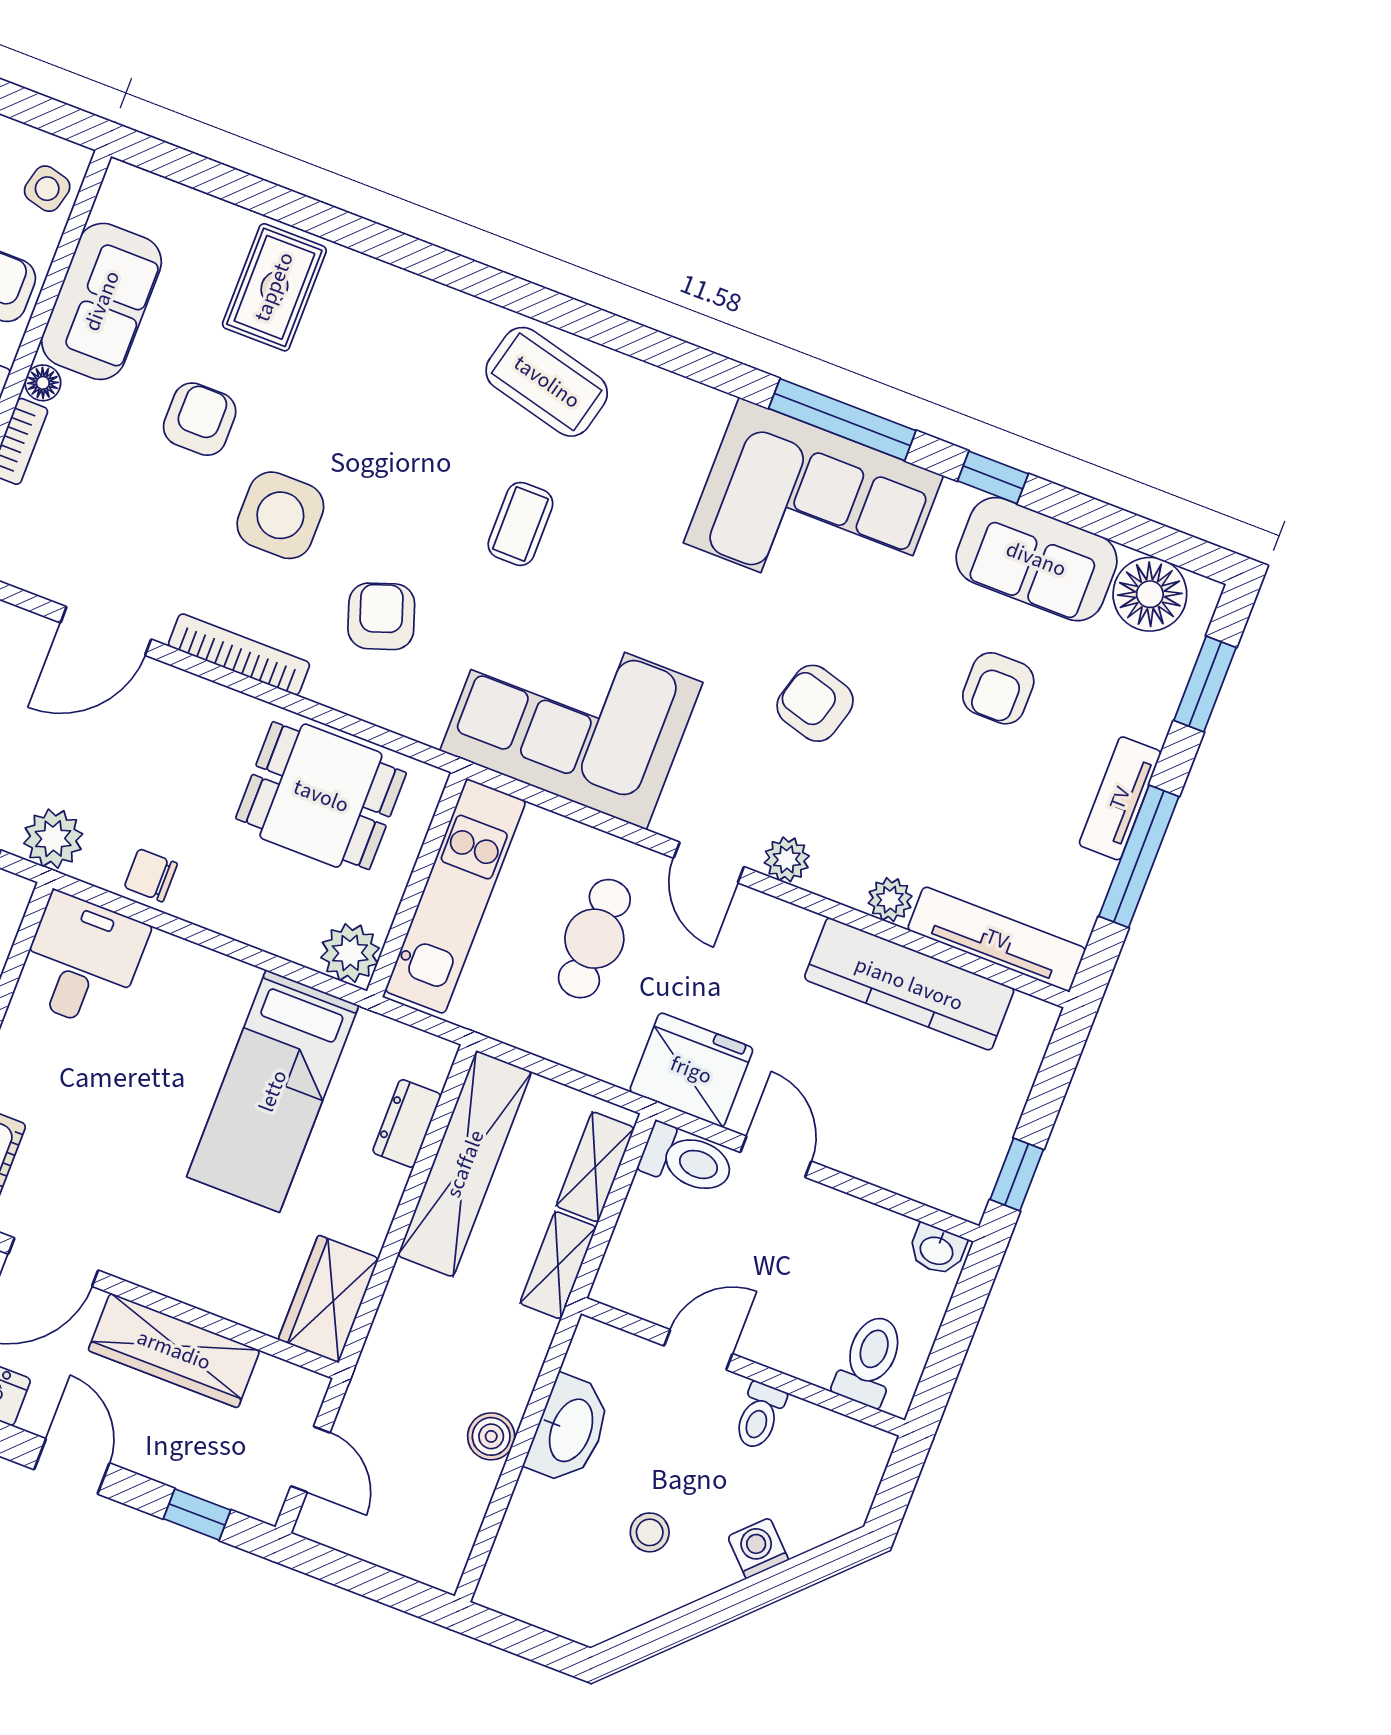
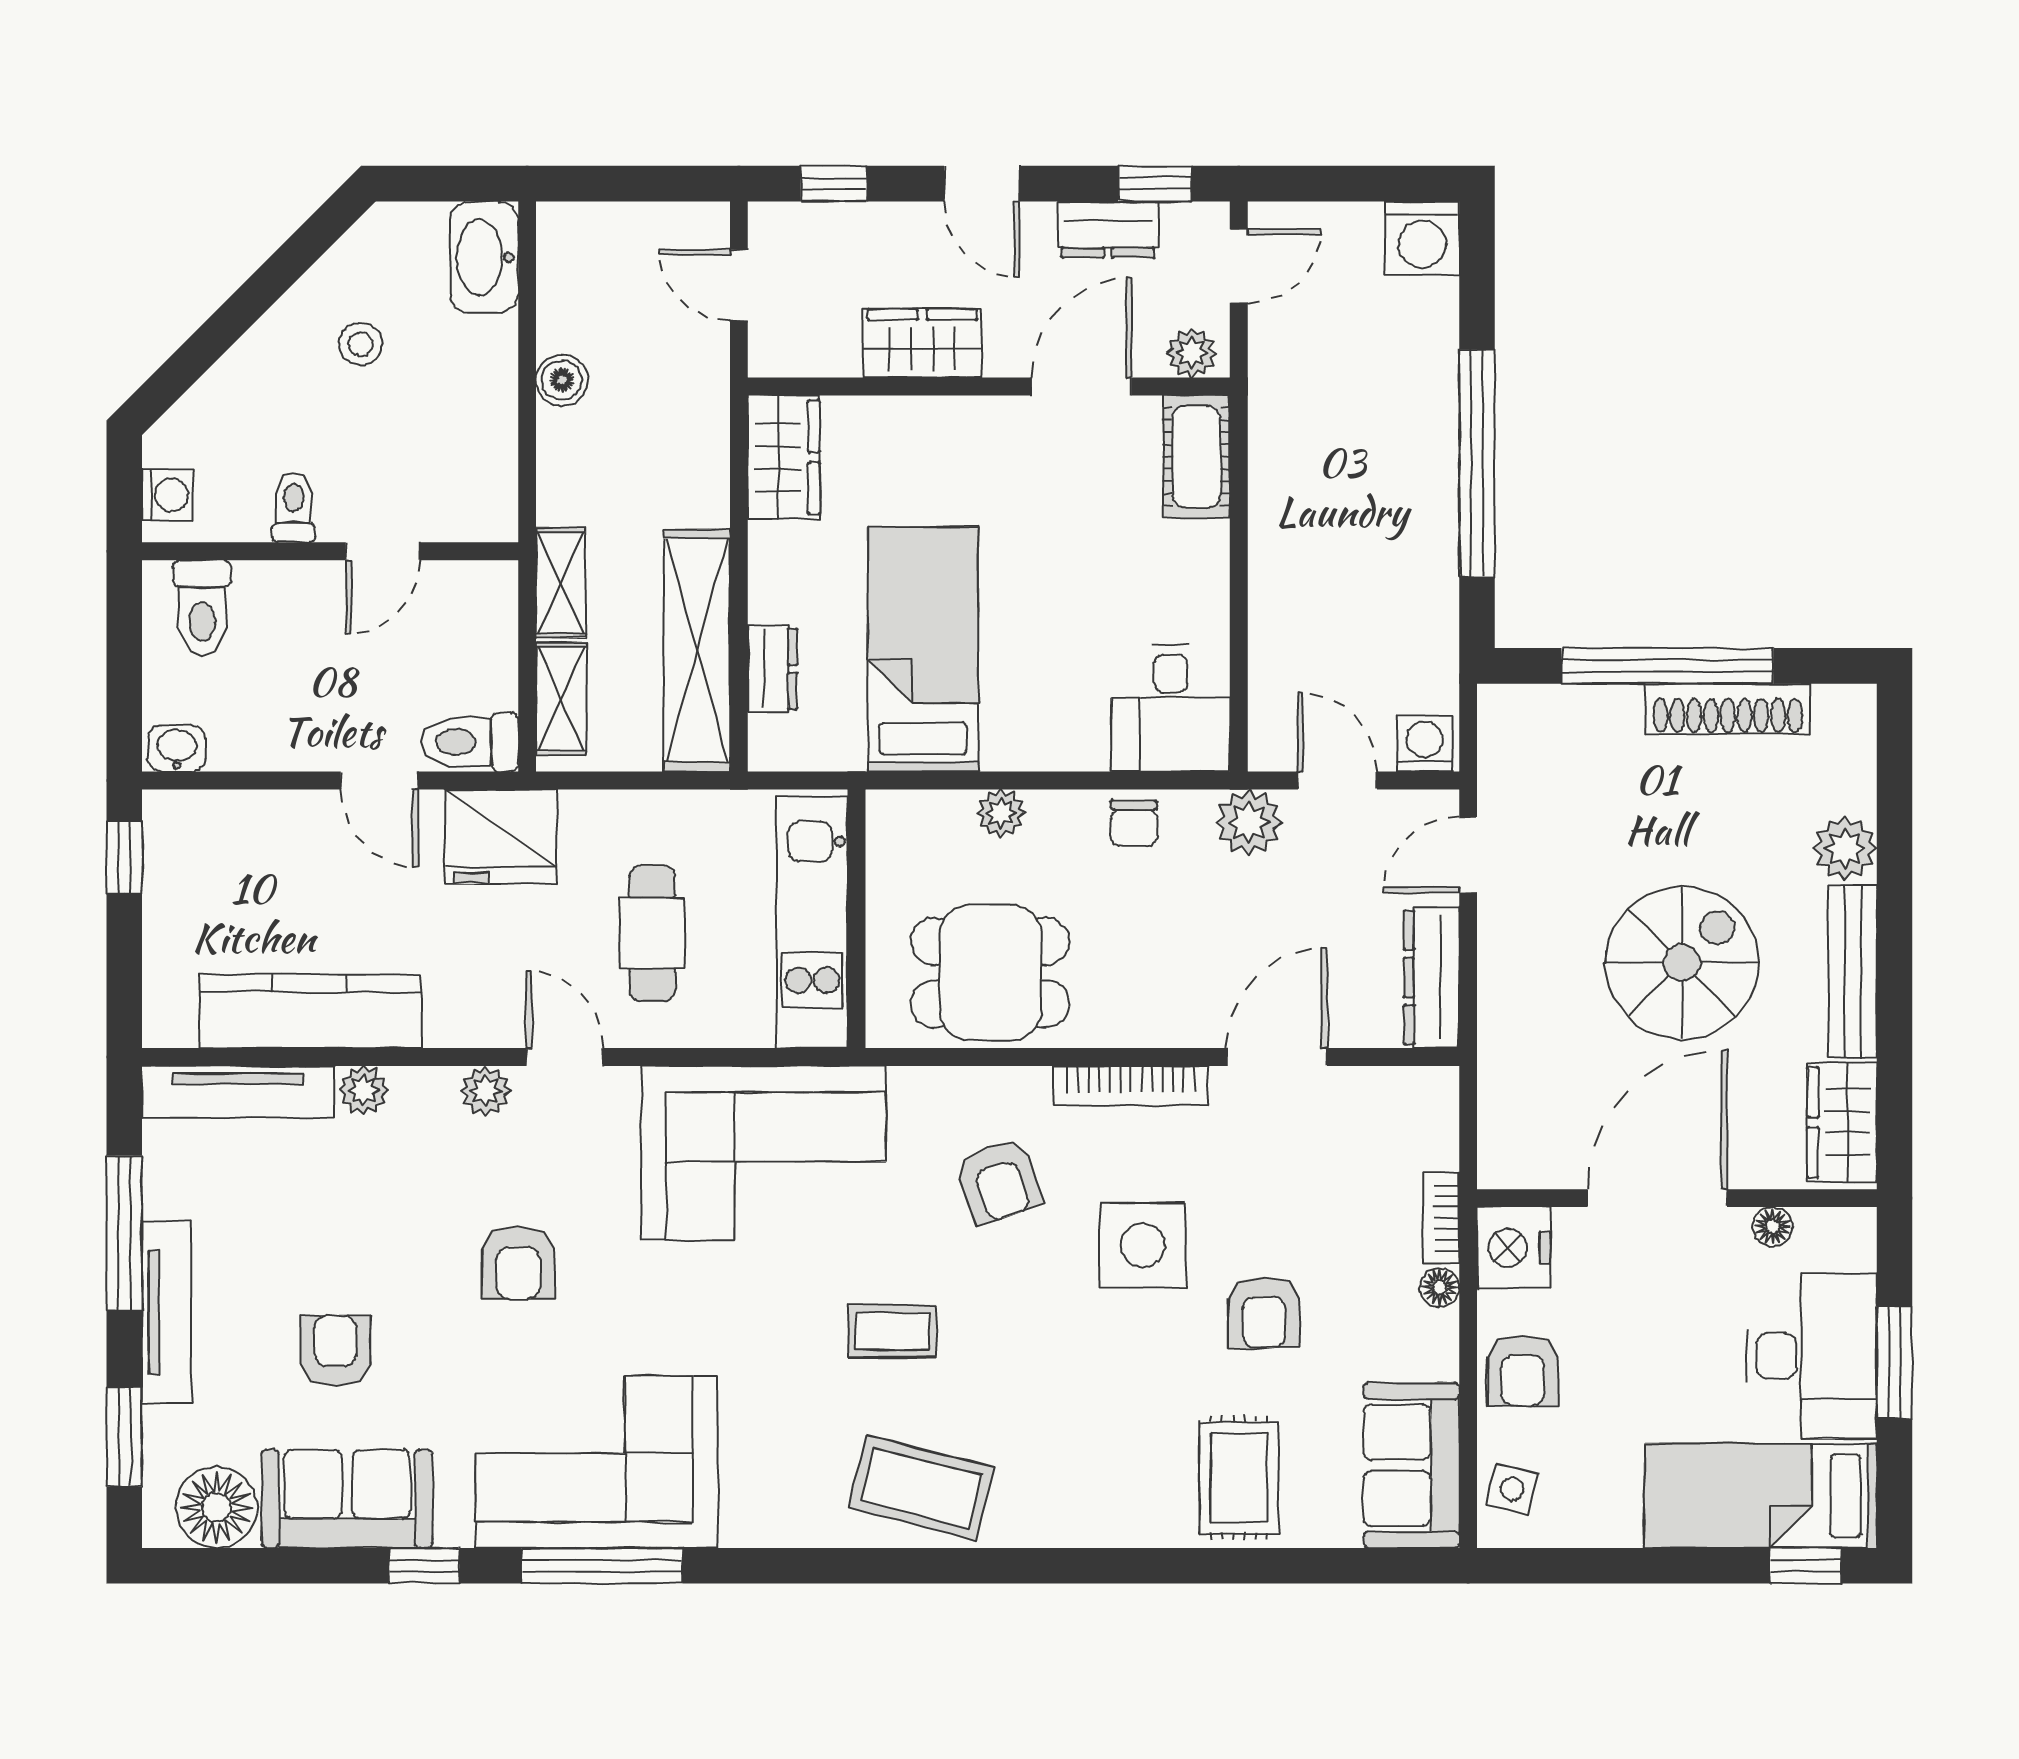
sofa: (102, 301) -> (1411, 1465), moved
coffee table: (520, 524) -> (892, 1331), turned 90
armchair: (815, 703) -> (518, 1263), turned 74
tv unit: (1120, 798) -> (167, 1312), width x1.41
chair: (151, 875) -> (1134, 823), turned 90
plant: (350, 953) -> (1001, 813), moved, width x0.73, depth x0.73
wardrobe: (174, 1350) -> (922, 343), width x0.67
washbasin: (569, 1430) -> (484, 257), moved
washing machine: (758, 1548) -> (168, 495), moved, turned -45

